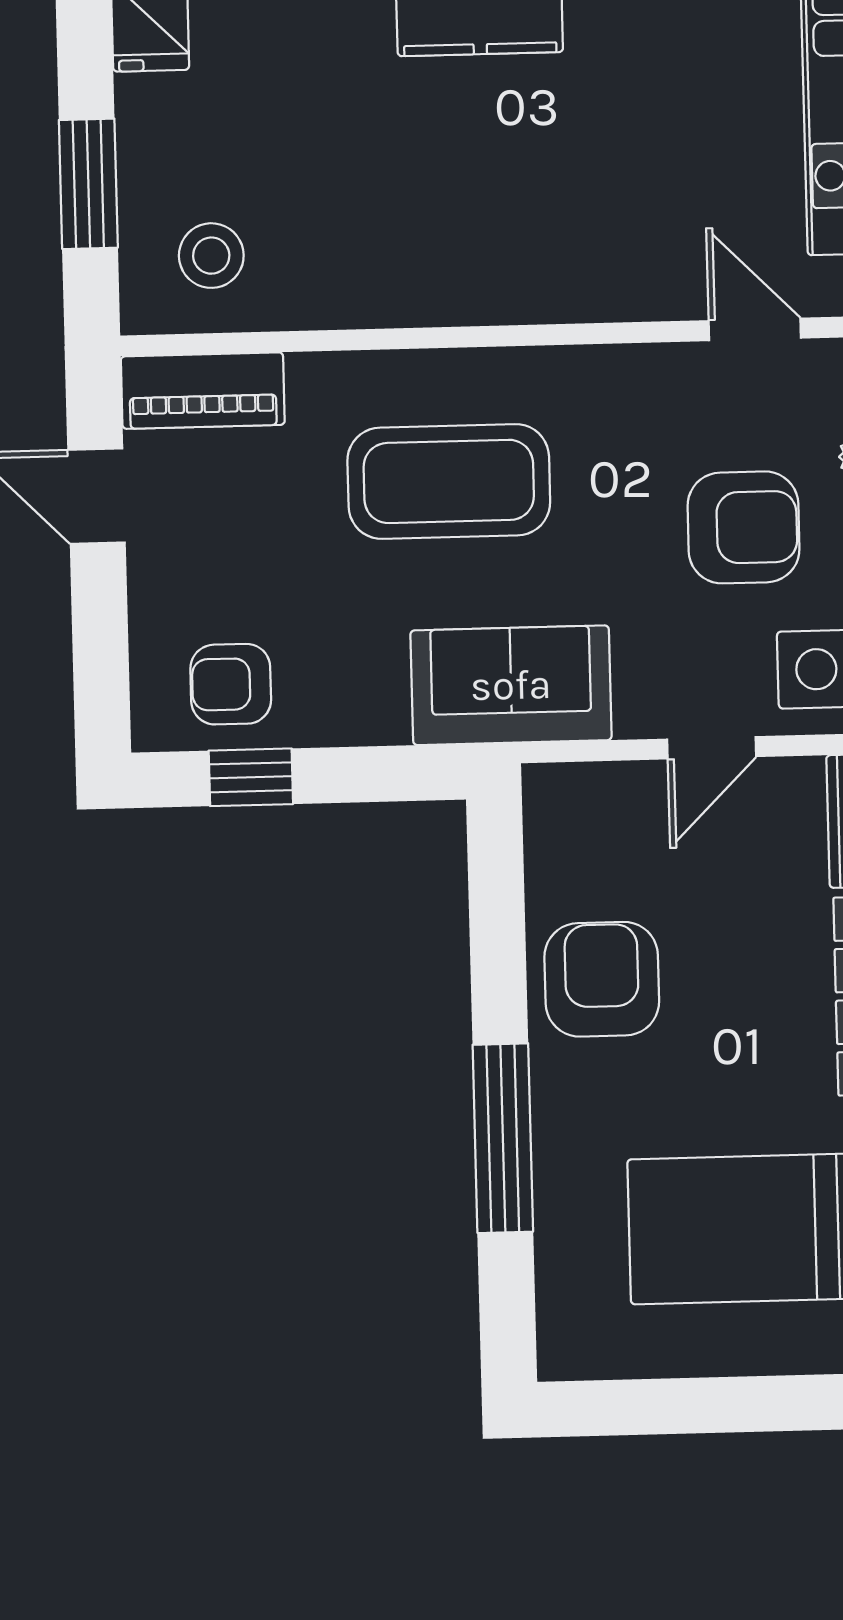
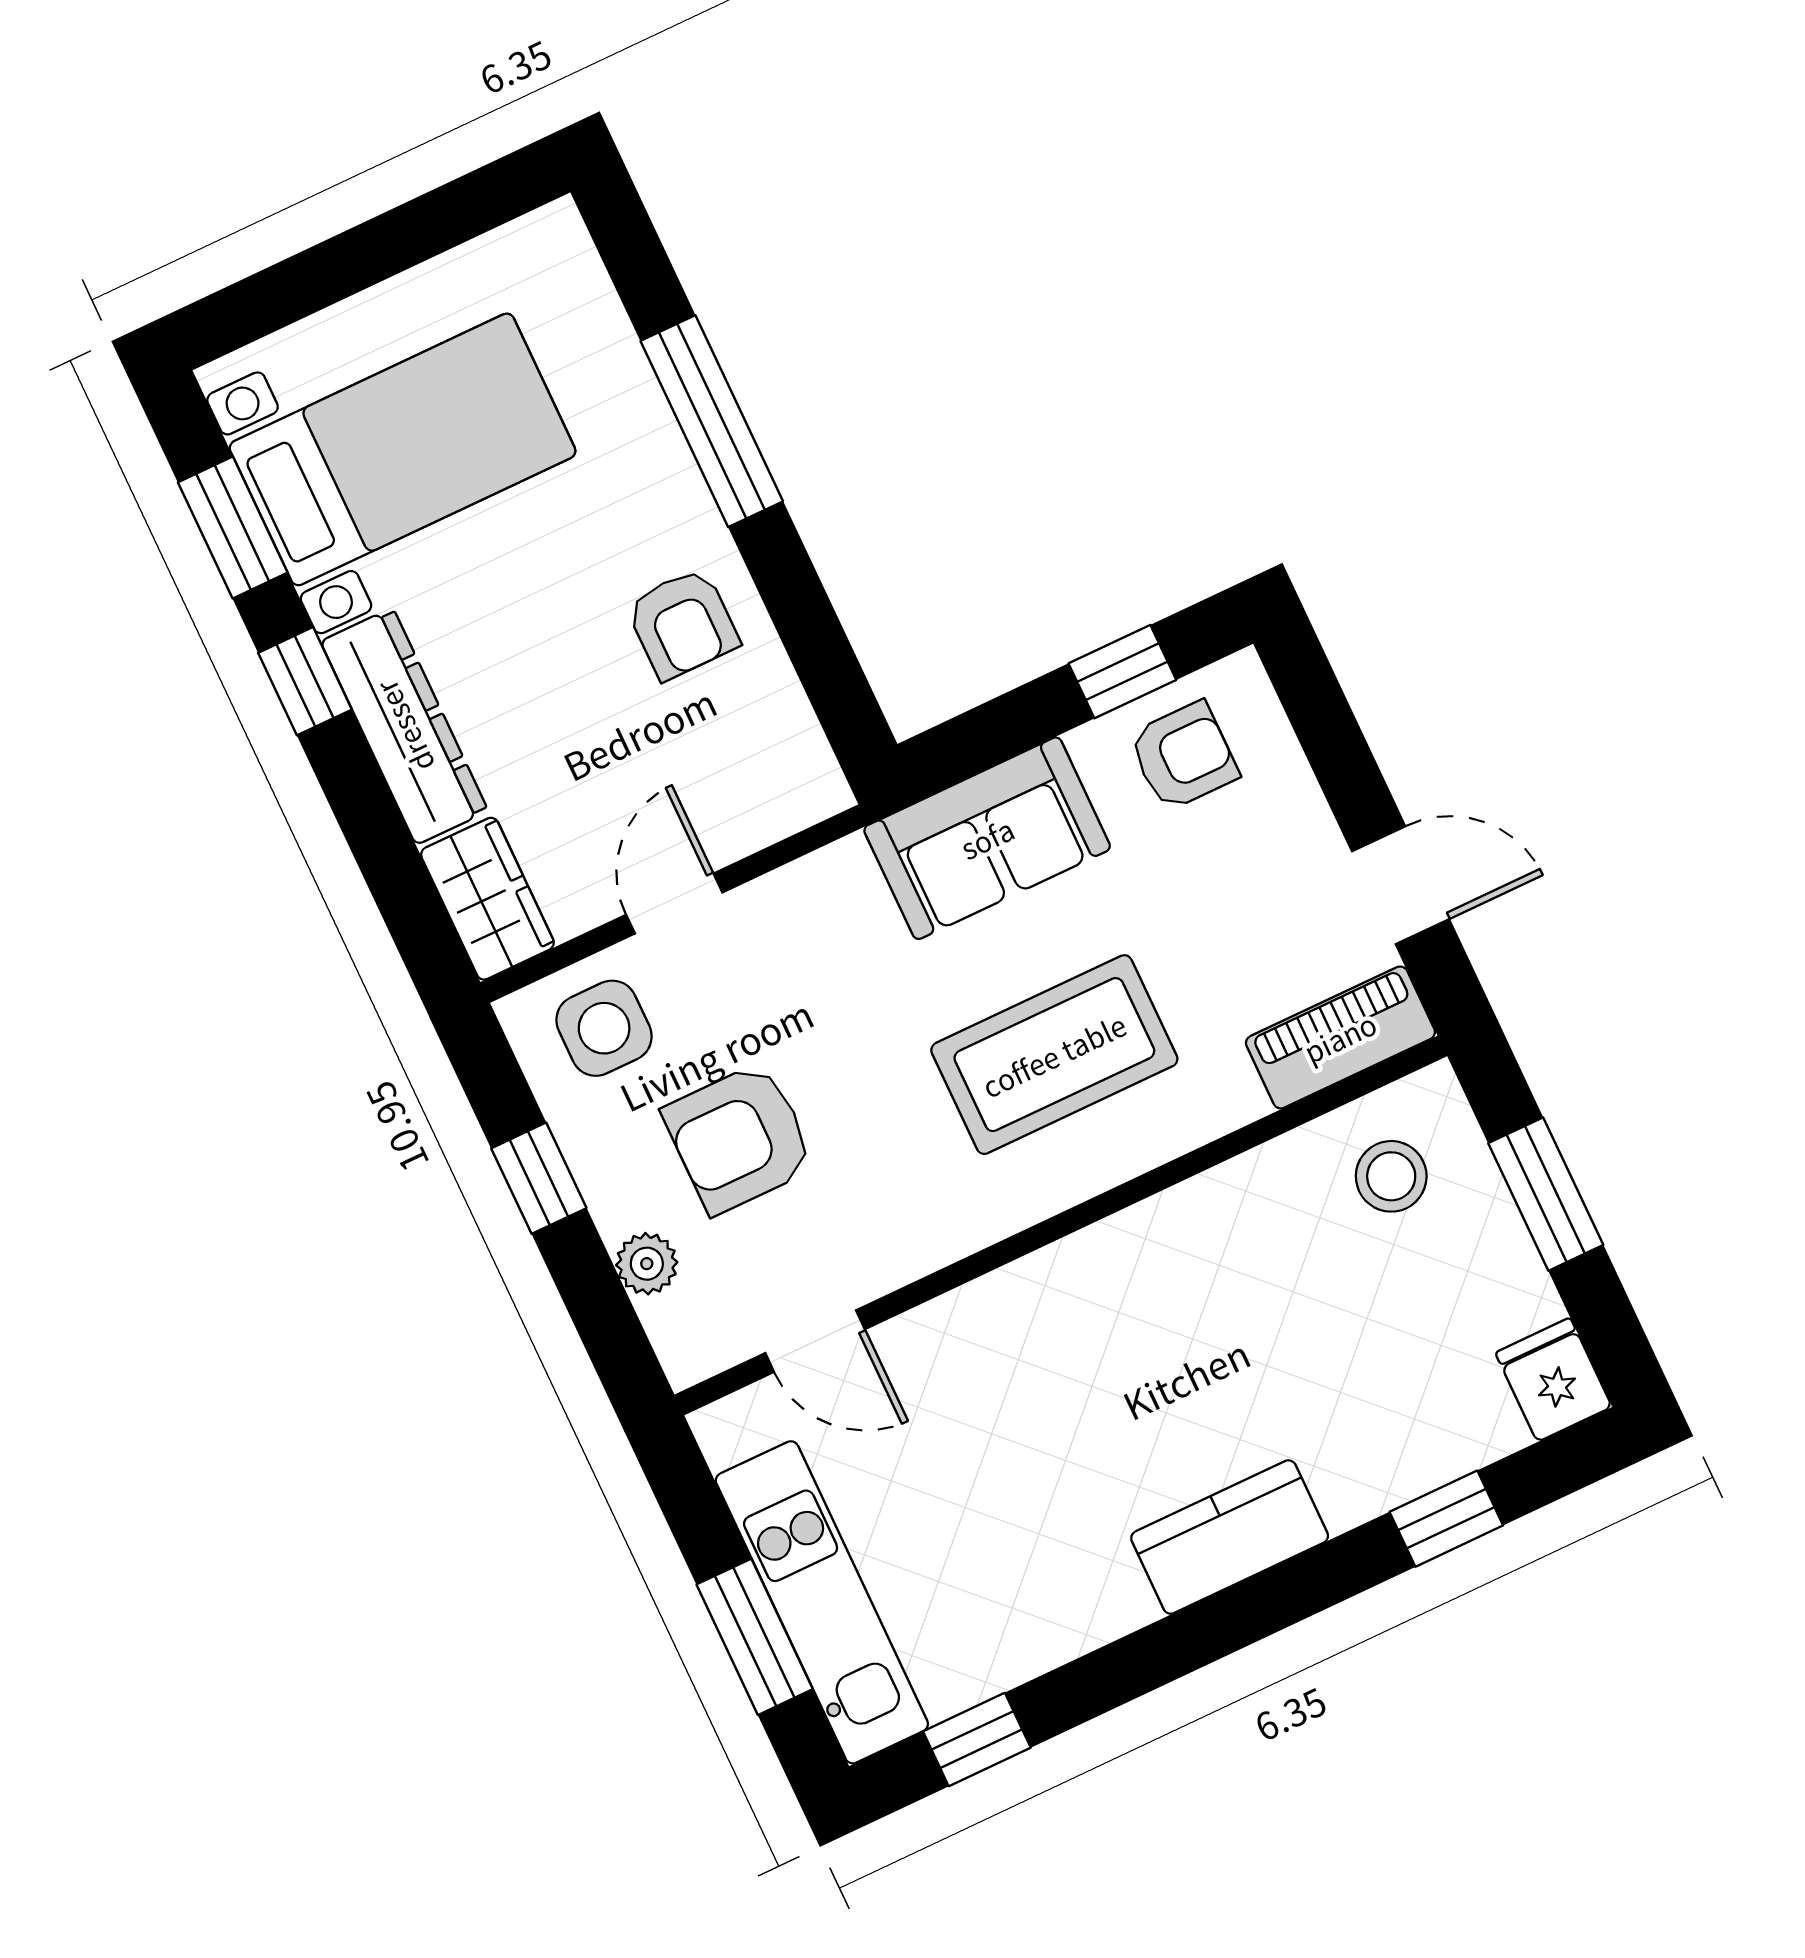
sofa: (511, 685) -> (987, 838), moved
armchair: (602, 979) -> (683, 624), width x0.72, depth x0.72

